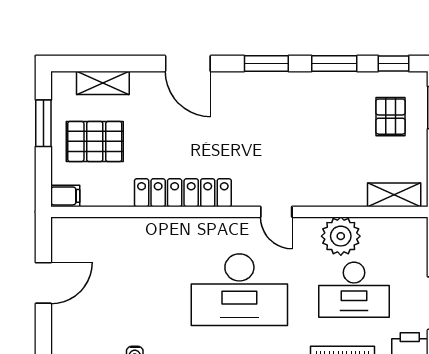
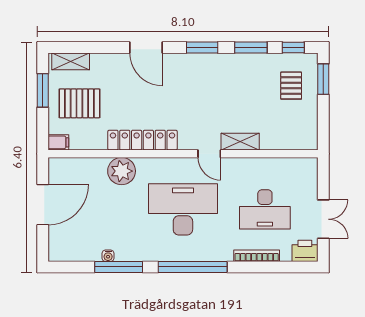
shelving: (103, 83) -> (71, 61), moved
shelving: (394, 195) -> (240, 142), moved
plant: (341, 236) -> (122, 171), moved
door: (43, 283) -> (43, 205), width x1.36
desk: (239, 290) -> (183, 209), turned 180

